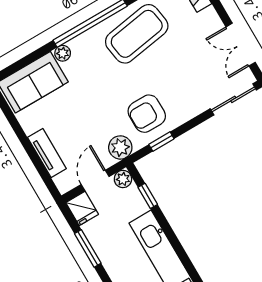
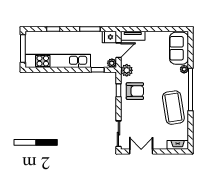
armchair: (147, 114) -> (135, 91), turned 90
tv unit: (47, 153) -> (133, 36), moved
door: (95, 180) -> (118, 50), hinge flipped

